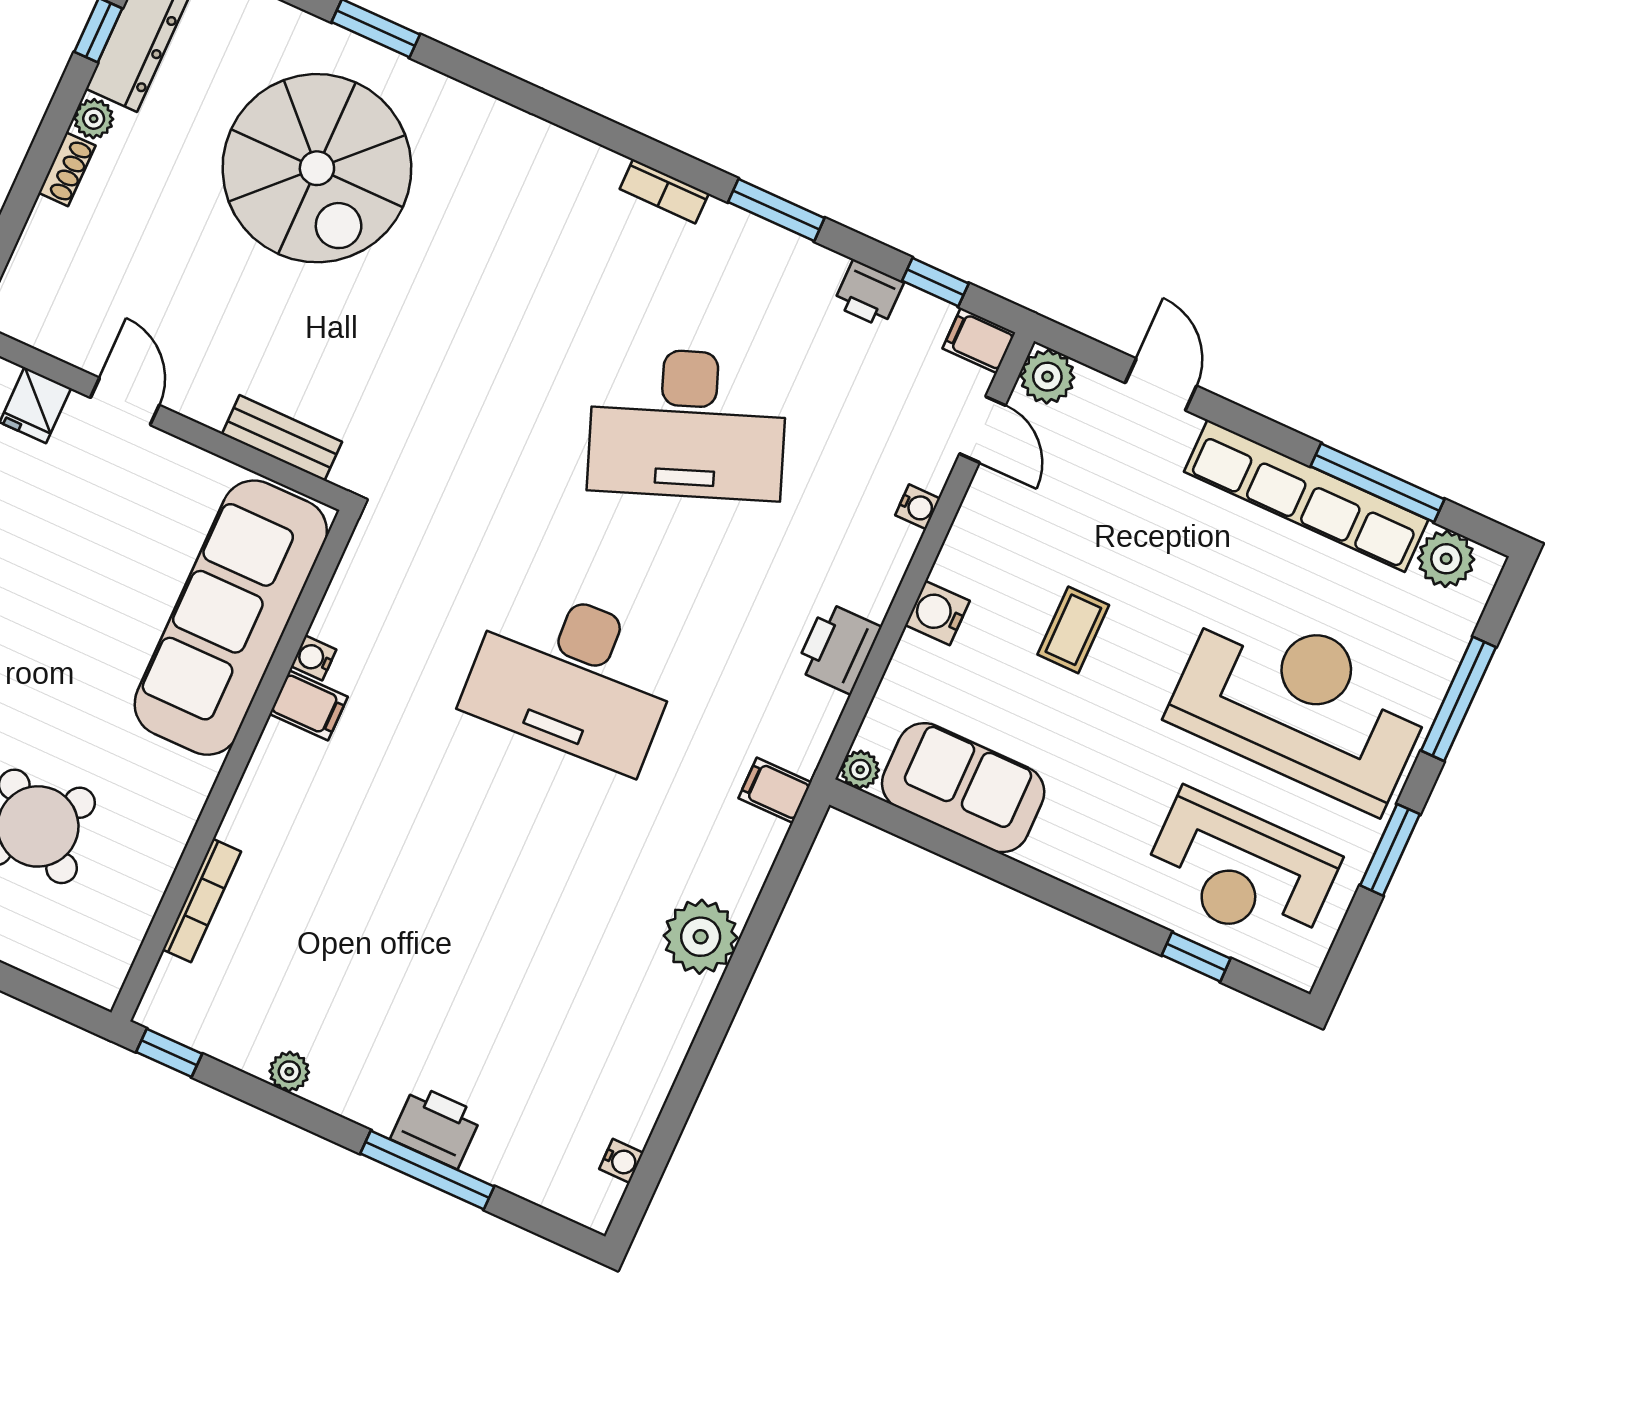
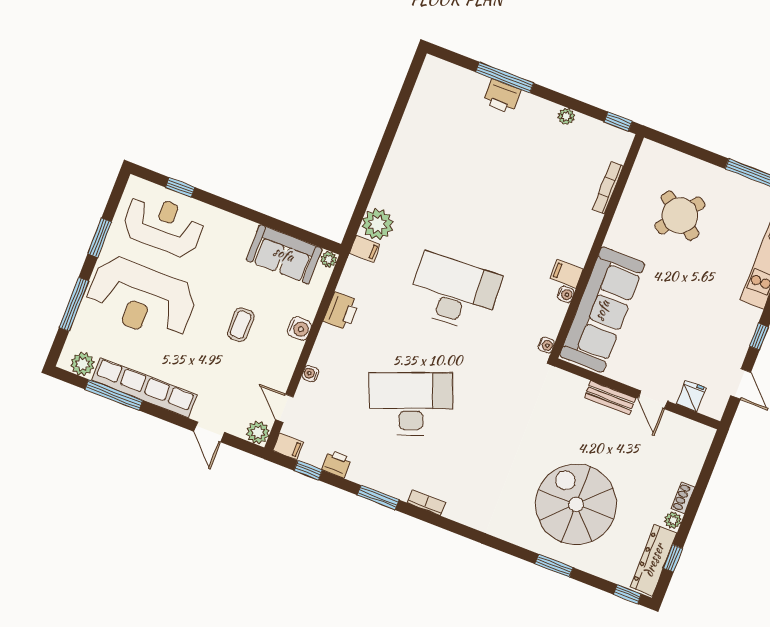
bench: (282, 438) -> (610, 398), moved
plant: (701, 937) -> (377, 224), moved
water cooler: (621, 1161) -> (546, 345), moved, turned 180

